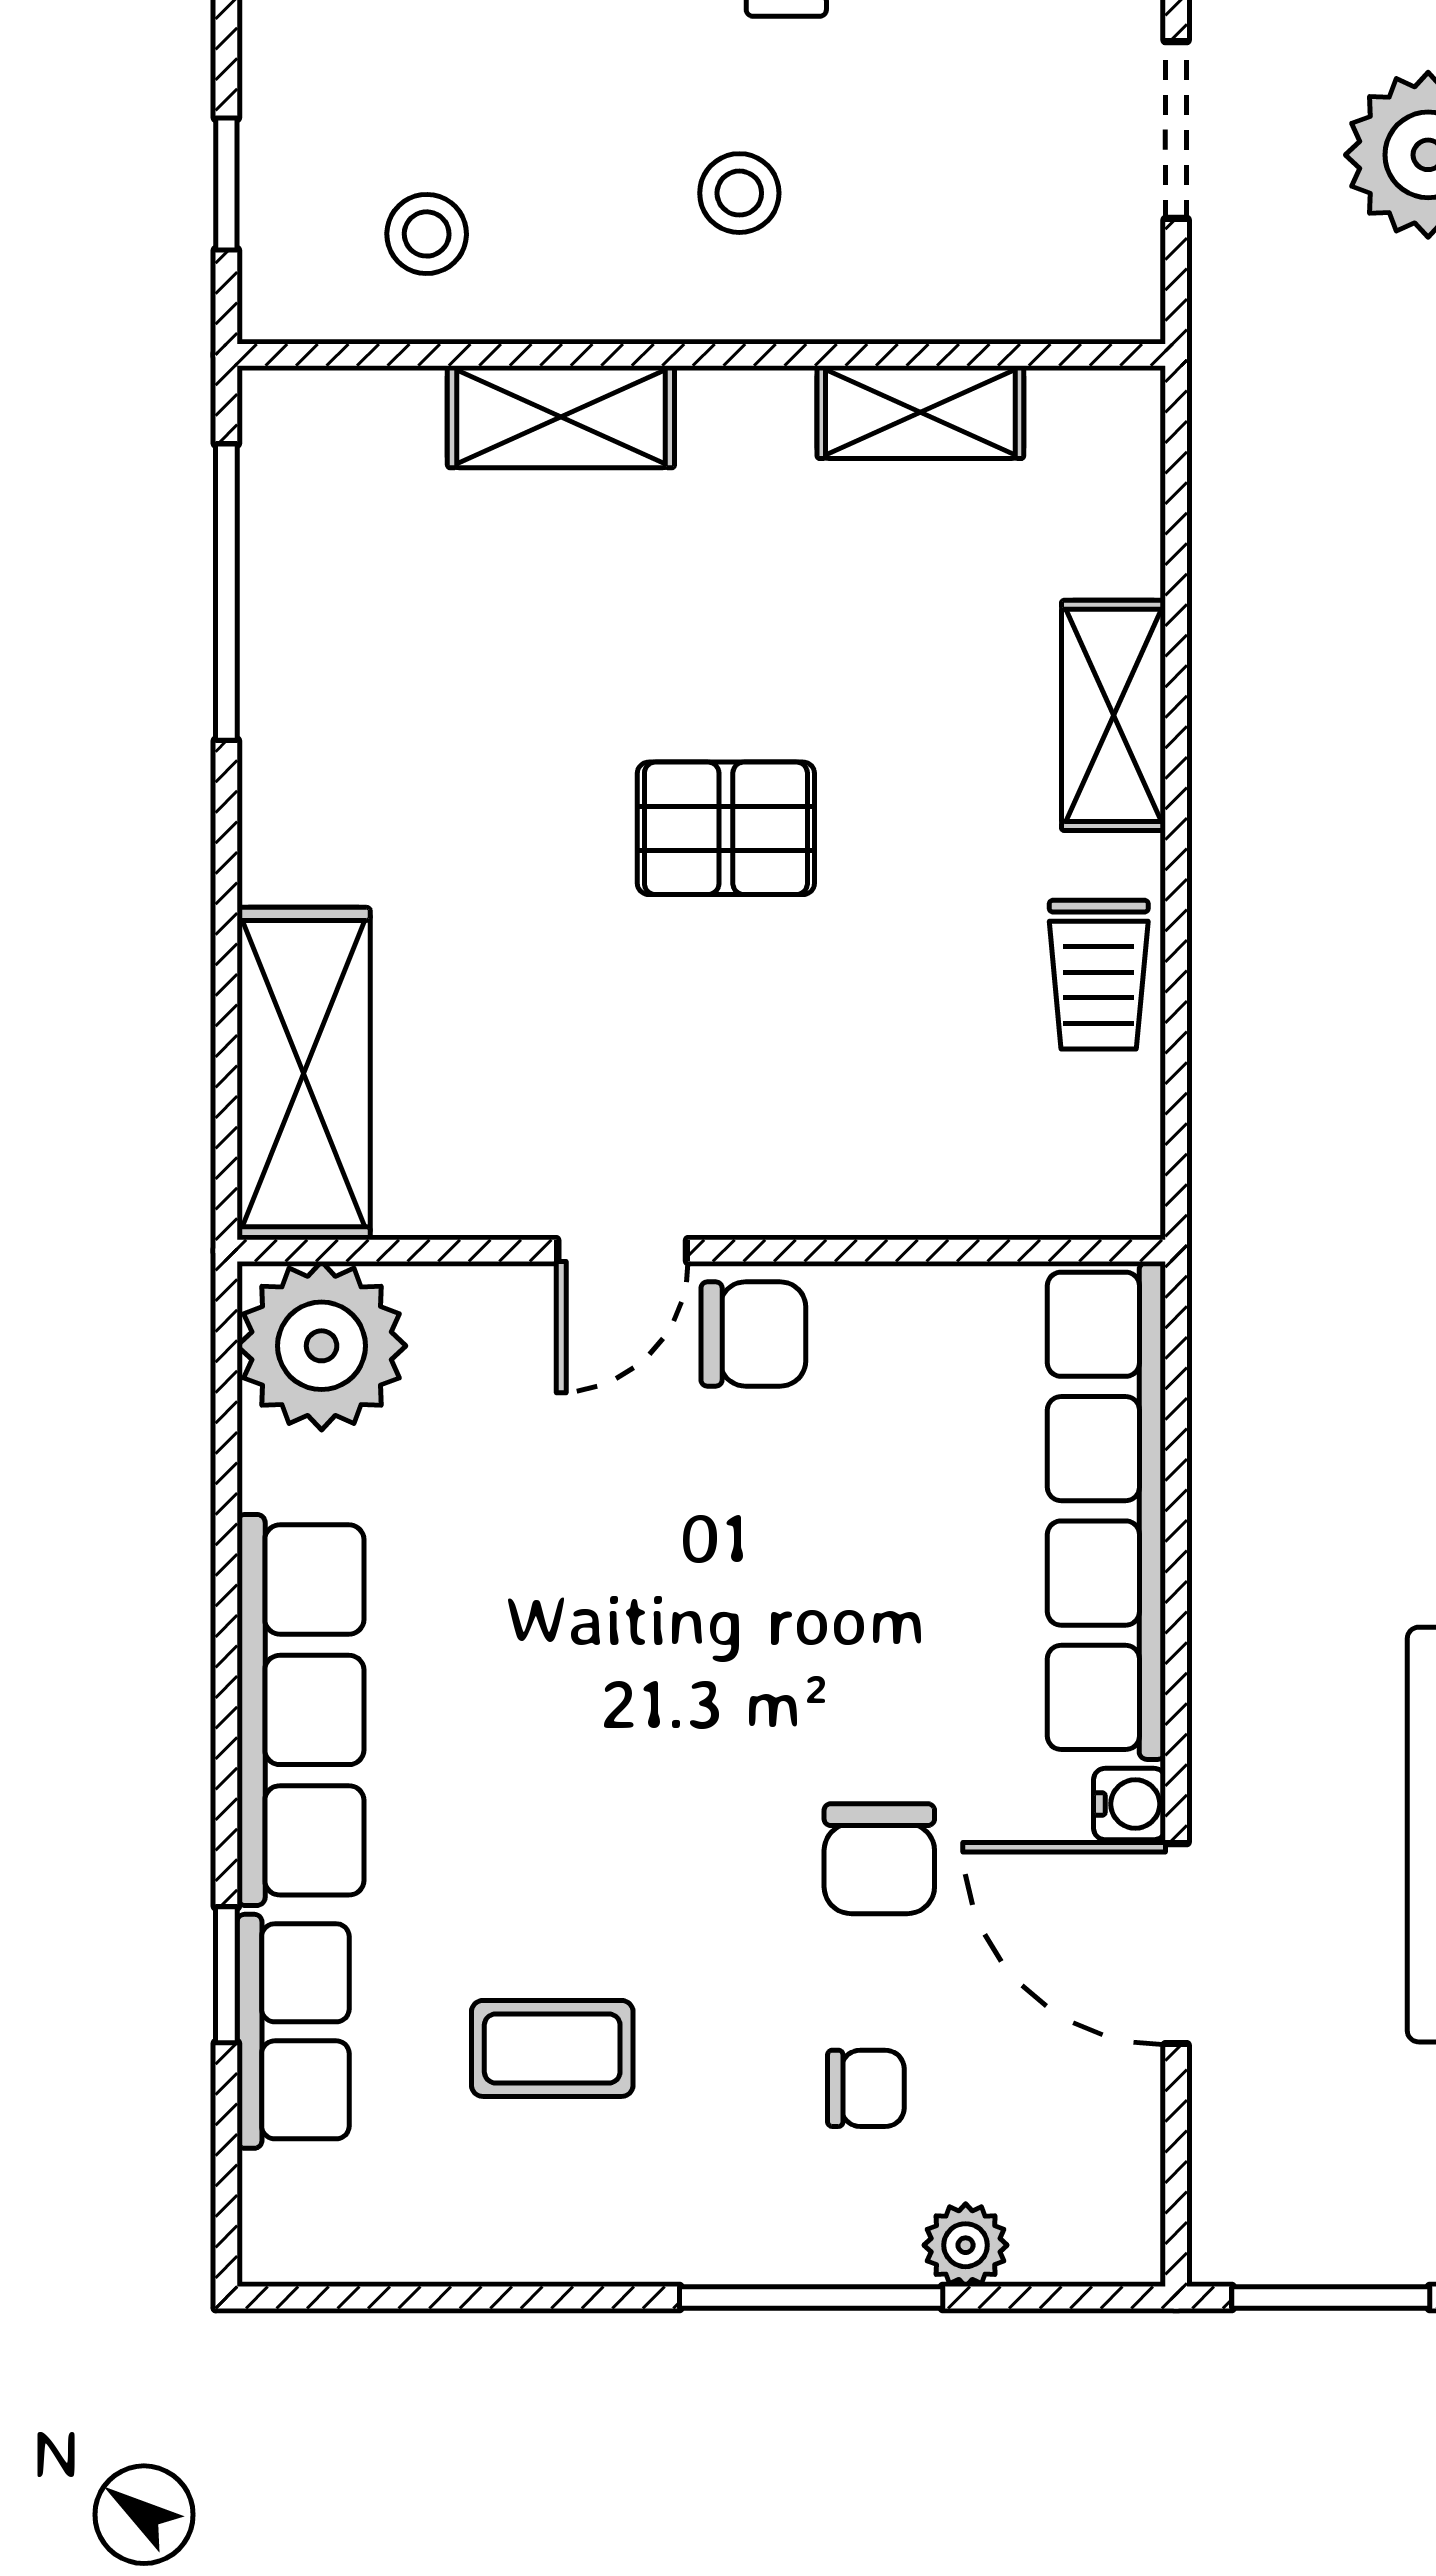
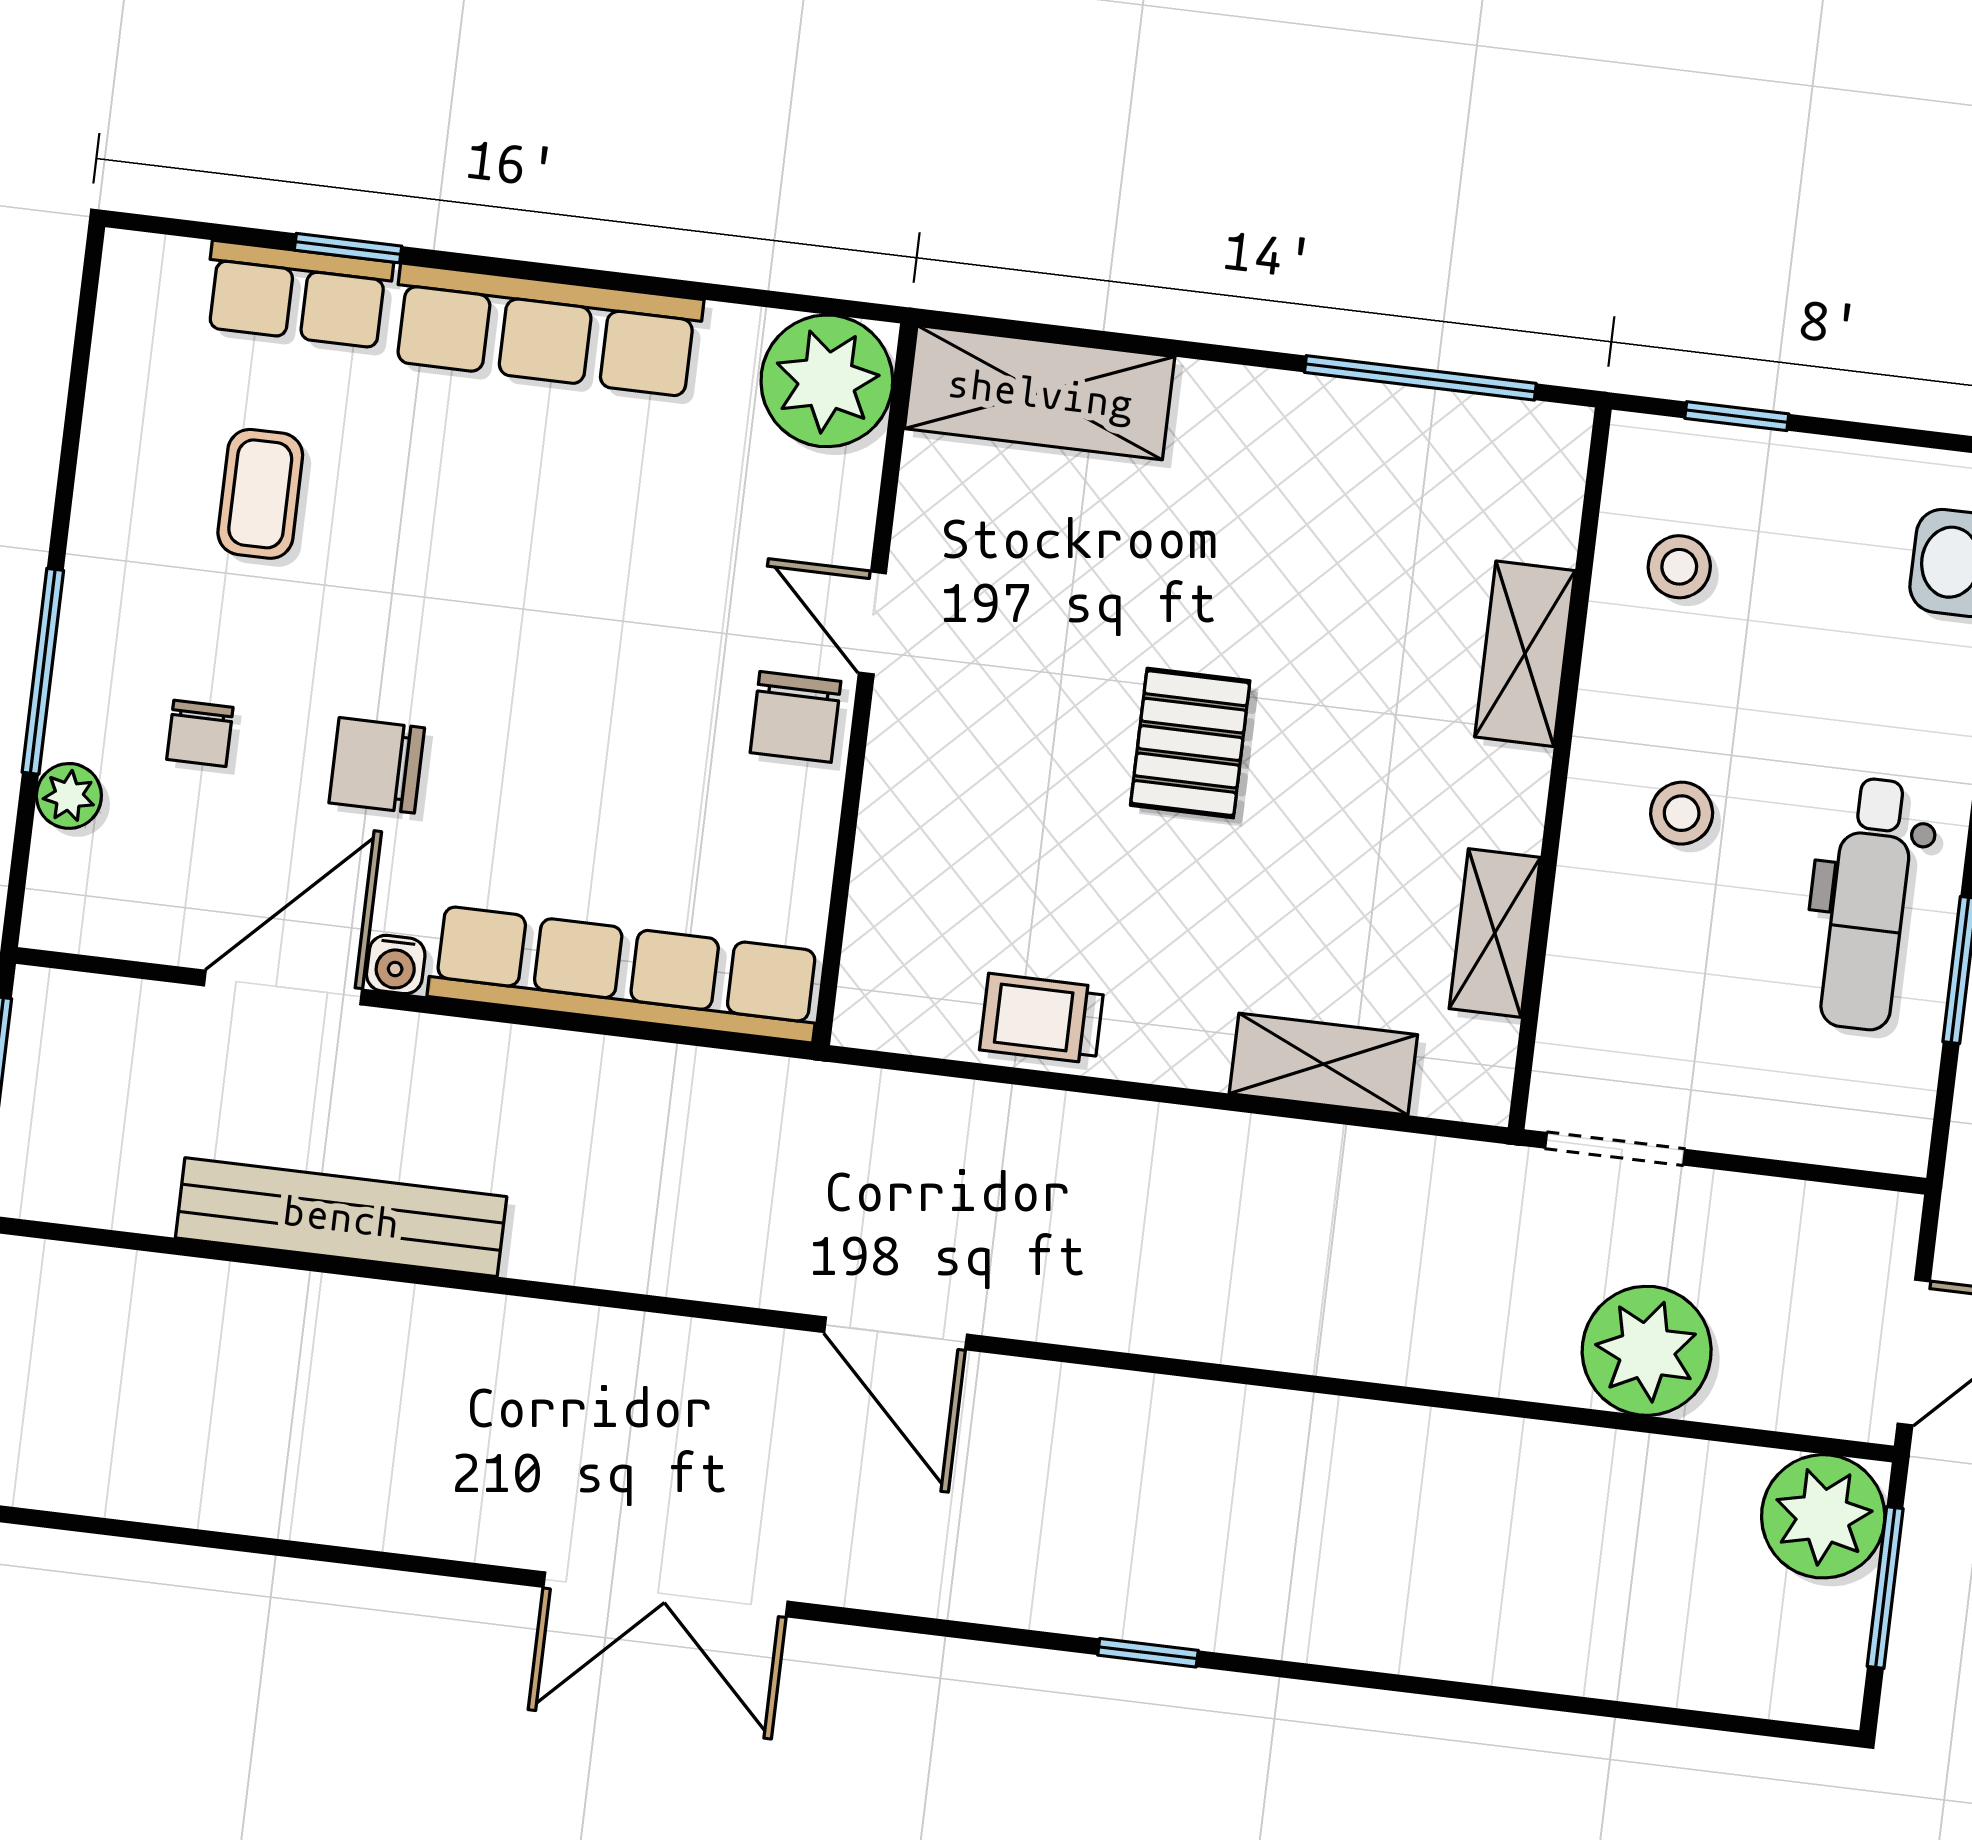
doorway: (1176, 130) -> (1615, 1149), moved
shelving: (1113, 715) -> (1323, 1064), moved

